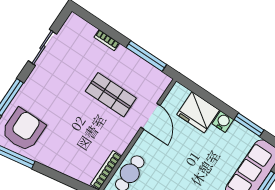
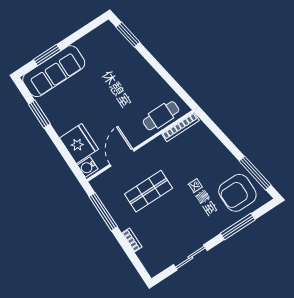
shop shelf: (111, 95) -> (148, 191), turned 90
water cooler: (223, 122) -> (88, 167), moved

